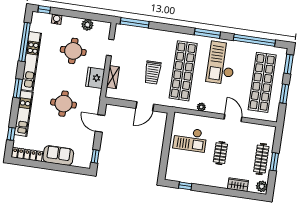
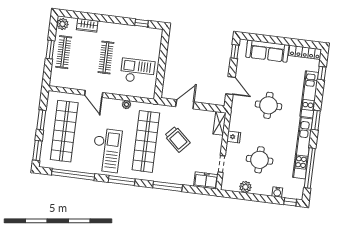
window: (135, 23) -> (168, 186), moved
freezer: (126, 32) -> (206, 180), added
trolley: (153, 72) -> (177, 139), turned 132
shelving: (113, 77) -> (219, 123), moved
fridge: (95, 78) -> (234, 137), width x0.53, depth x0.75
clothes rail: (220, 153) -> (106, 57), width x1.36
sofa: (58, 155) -> (267, 51), width x1.36

